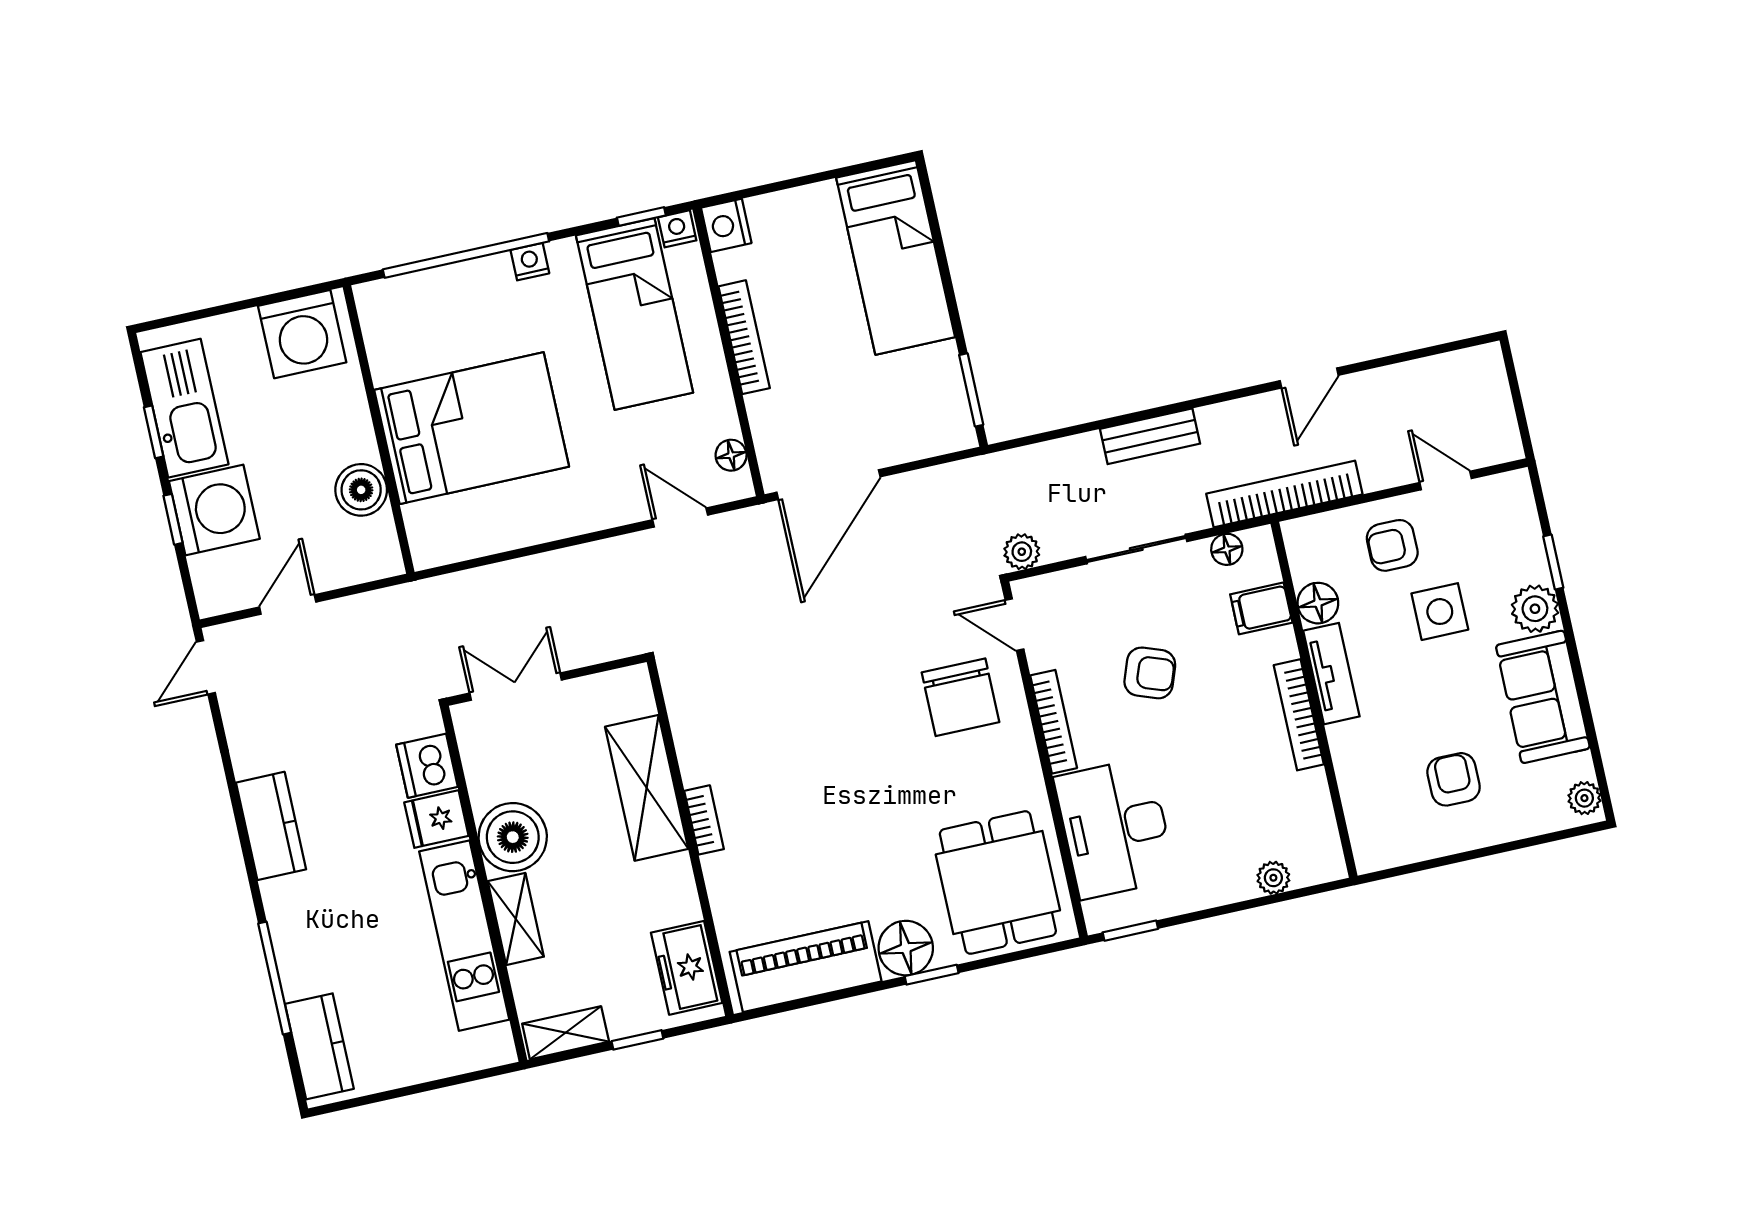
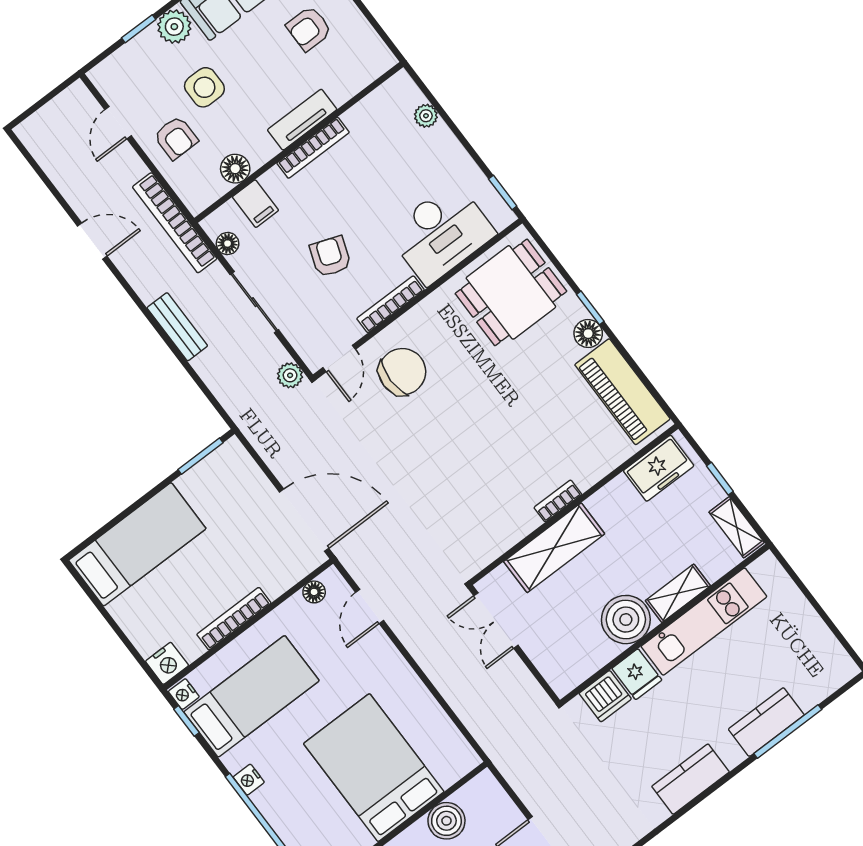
tv unit: (1331, 674) -> (302, 120), moved
double door: (516, 687) -> (496, 620), moved
floor lamp: (906, 948) -> (588, 334), width x0.73, depth x0.73
kitchen counter: (319, 1046) -> (766, 722), moved

